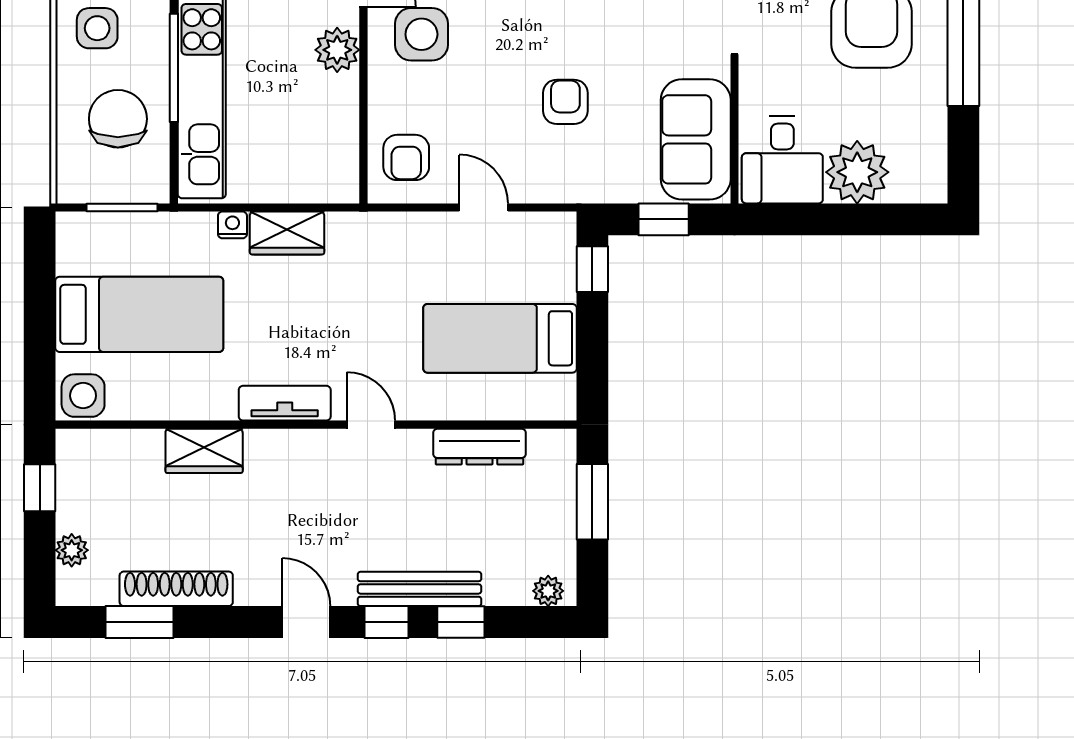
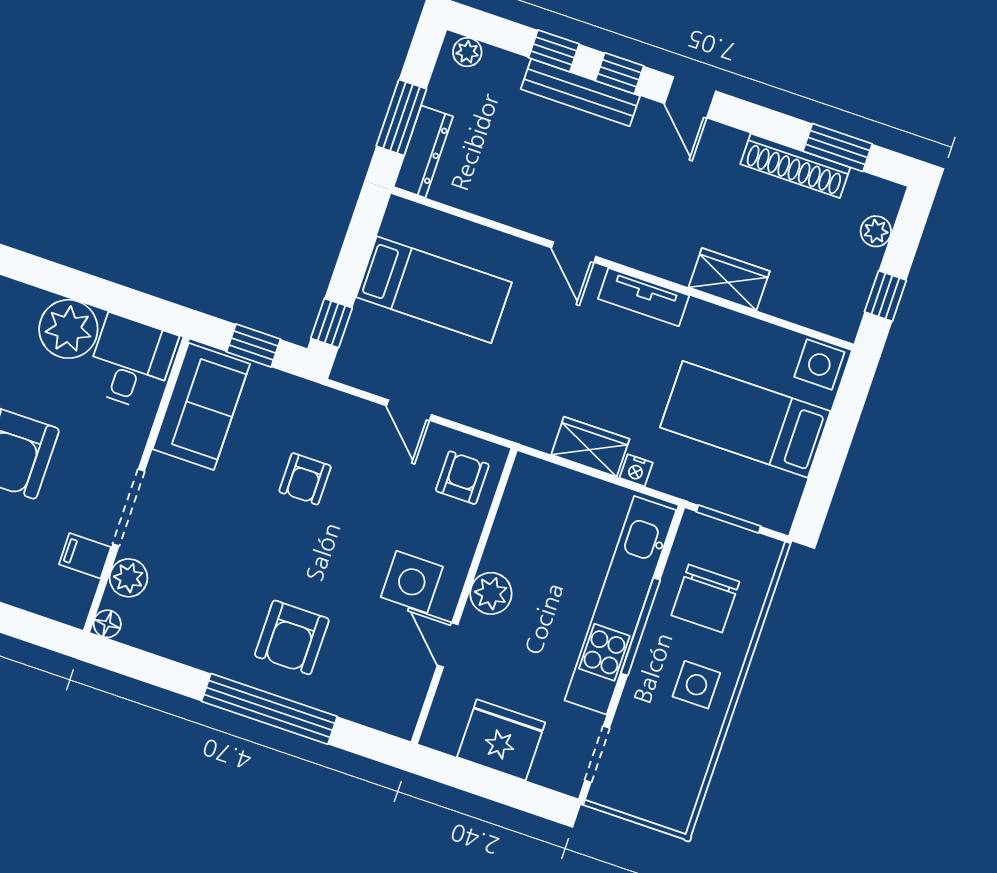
dresser: (479, 447) -> (423, 152), moved, turned 90

